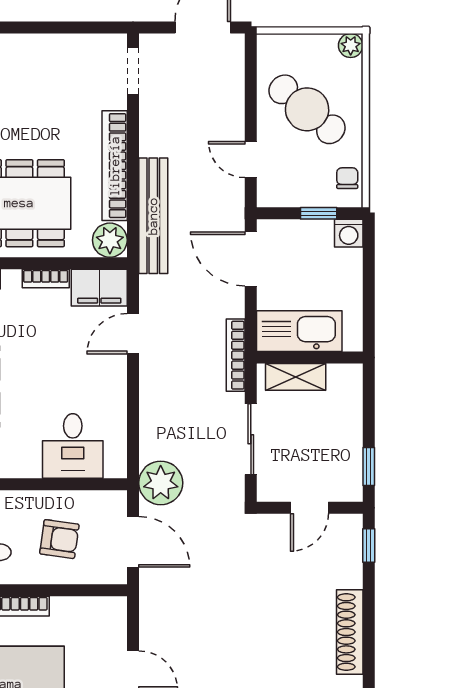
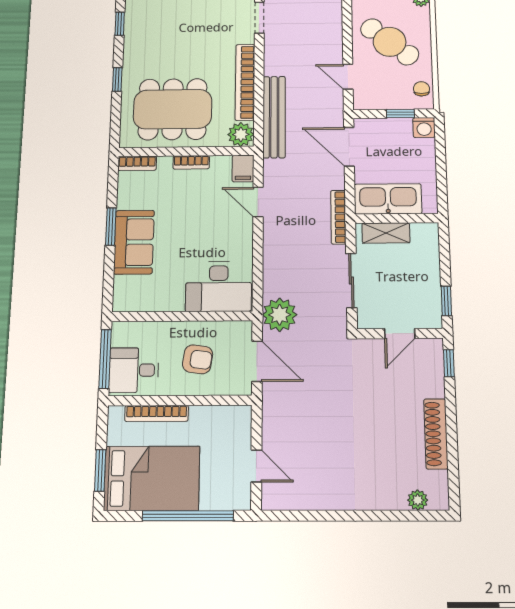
filing cabinet: (99, 288) -> (243, 168), width x0.50
door: (133, 334) -> (258, 202), hinge flipped
desk: (73, 446) -> (219, 287), width x1.37

